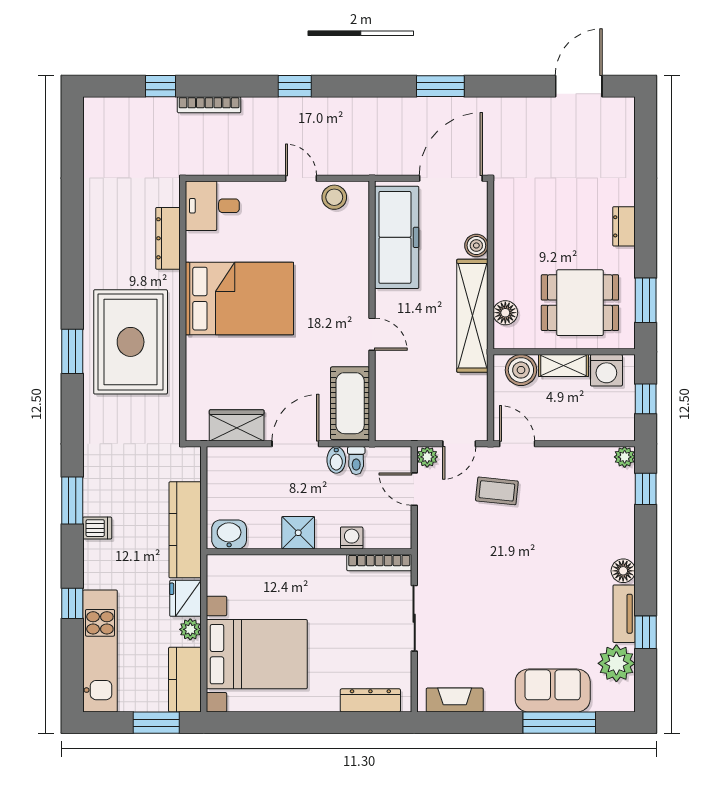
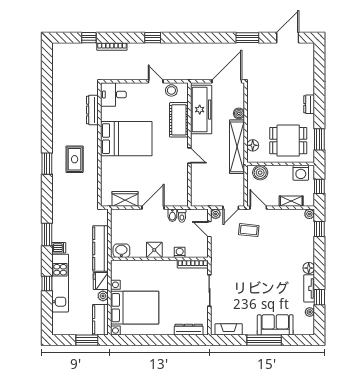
window: (440, 86) -> (247, 38), moved
rug: (131, 342) -> (75, 159), width x0.54, depth x0.49
shelving: (564, 366) -> (291, 201), moved
cot: (350, 403) -> (179, 120), moved
kitchen unit: (100, 651) -> (60, 283), moved
plant: (616, 663) -> (310, 312), width x0.53, depth x0.53
window: (559, 723) -> (264, 340), moved

